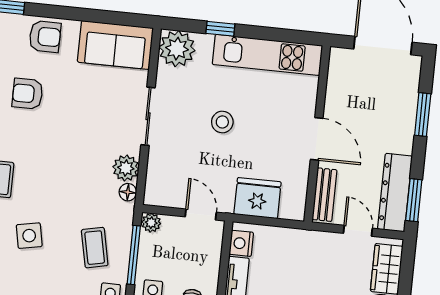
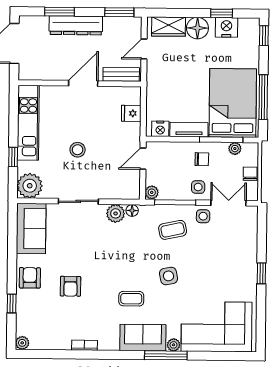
dresser: (395, 193) -> (76, 25), moved
fridge: (257, 198) -> (131, 113), width x0.53, depth x0.75

